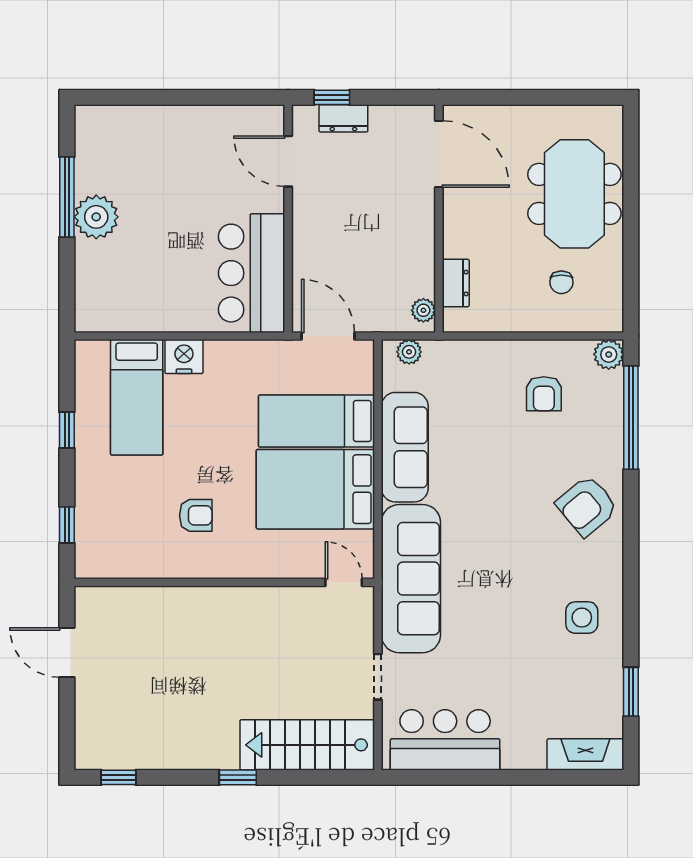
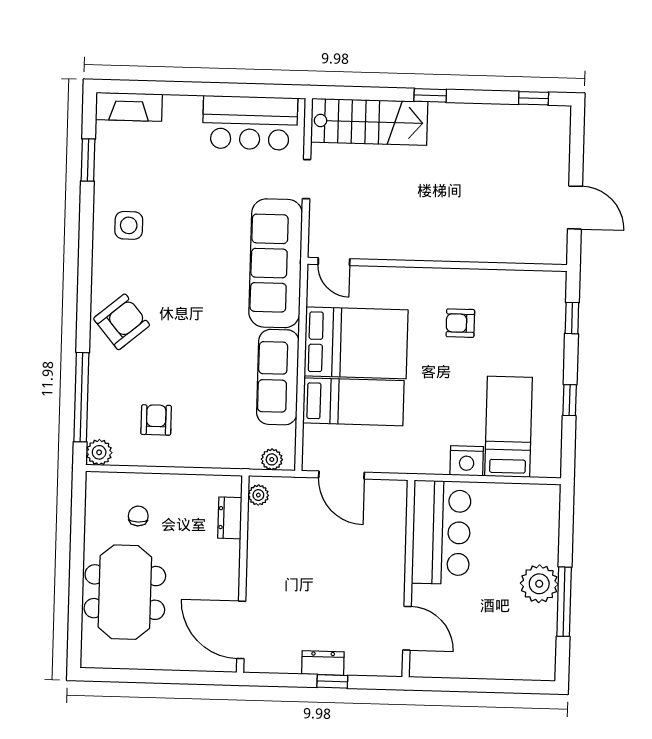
door: (288, 161) -> (407, 628), moved
wall: (288, 219) -> (408, 579), moved
bar counter: (252, 273) -> (441, 532), moved

